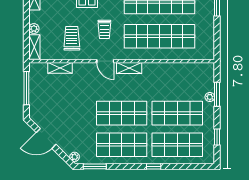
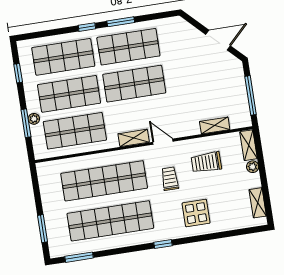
trolley: (72, 38) -> (206, 162), turned 90
shop shelf: (177, 82) -> (75, 131), added
plant: (75, 157) -> (181, 24), removed
window: (95, 166) -> (121, 22), moved

